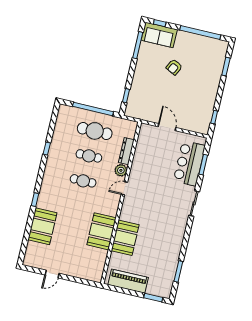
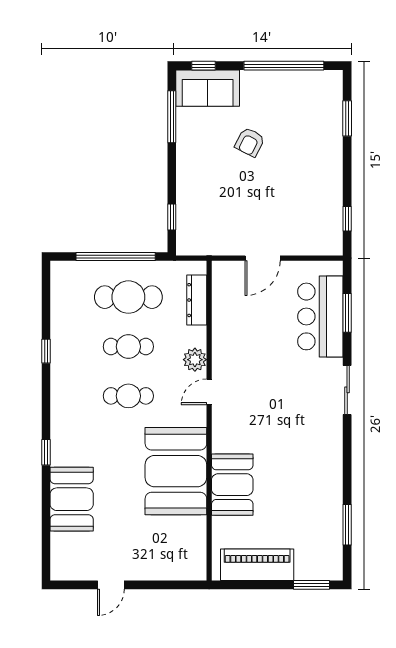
door: (167, 127) -> (263, 258), swing flipped
dresser: (126, 151) -> (197, 300), moved
booth: (101, 231) -> (176, 471), width x1.36, depth x1.42

